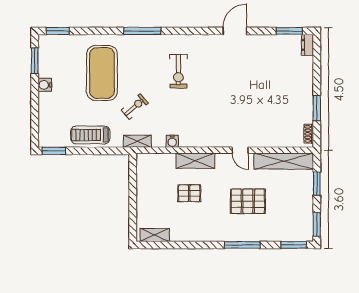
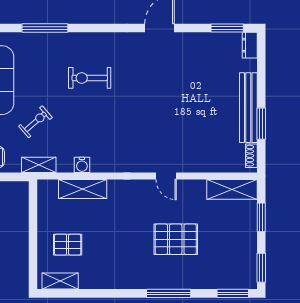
exercise bike: (178, 71) -> (90, 78), turned 90
bench: (306, 95) -> (248, 108), added
shelving: (195, 161) -> (83, 189), moved
shelving: (284, 161) -> (232, 189), width x0.68
pallet: (189, 193) -> (68, 245), moved

